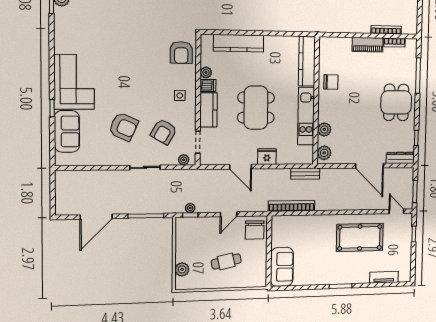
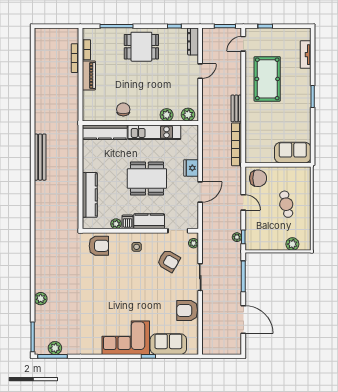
armchair: (123, 127) -> (187, 310), moved, turned -114
door: (369, 166) -> (200, 71), width x0.53
bench: (305, 174) -> (236, 108), moved

